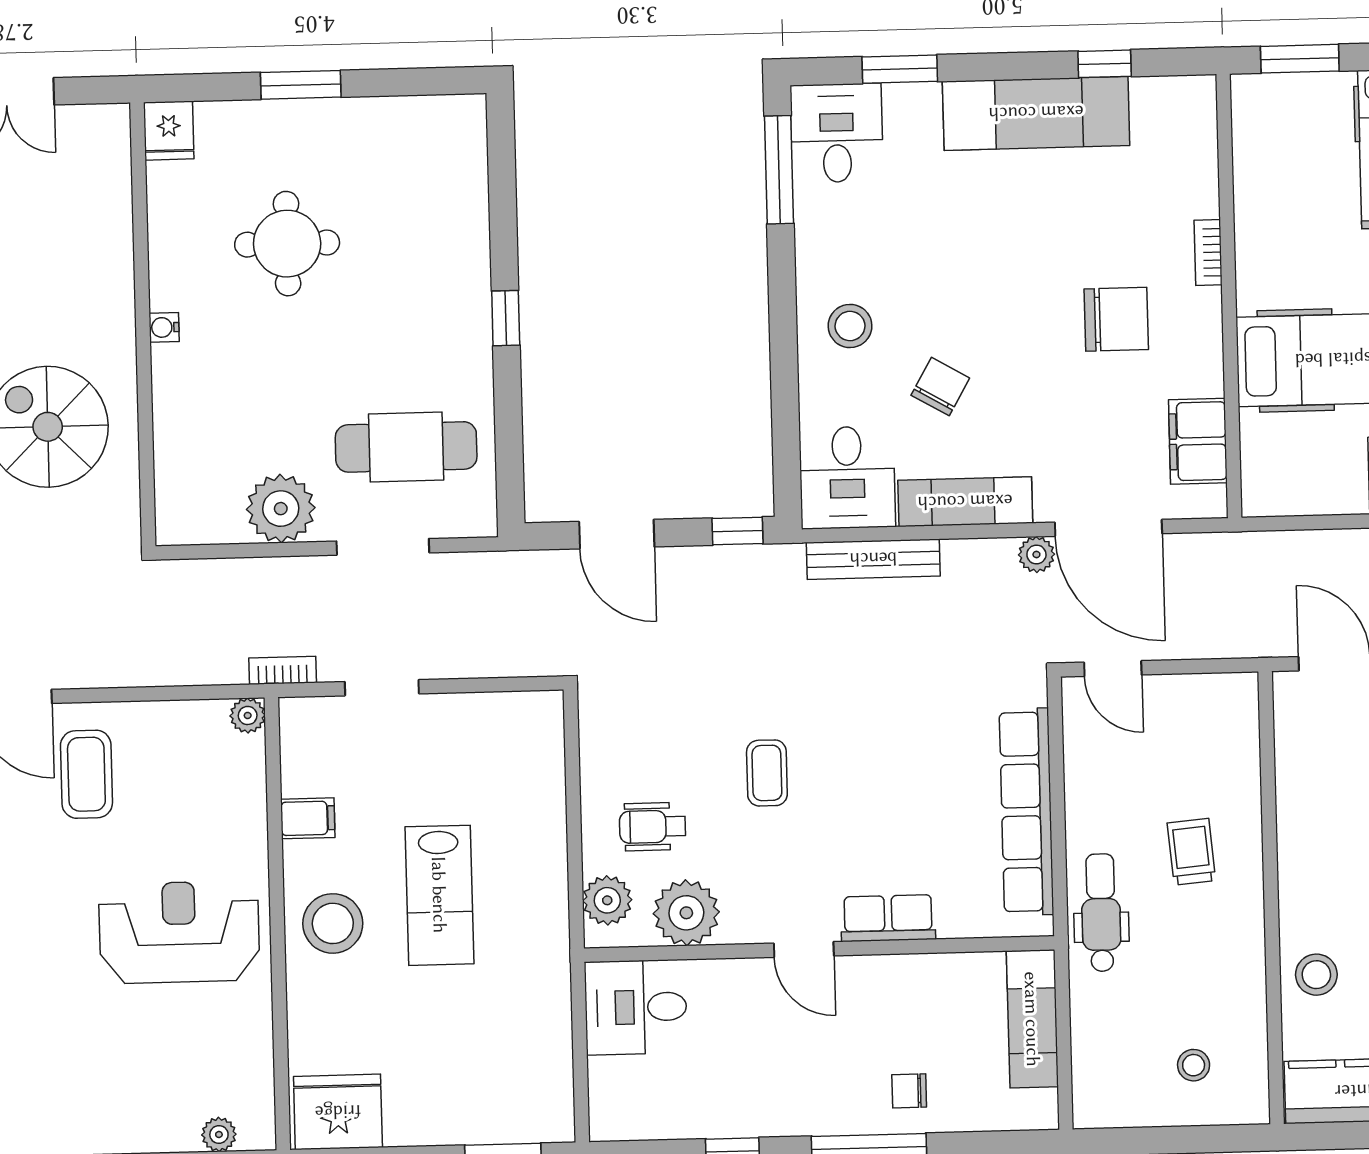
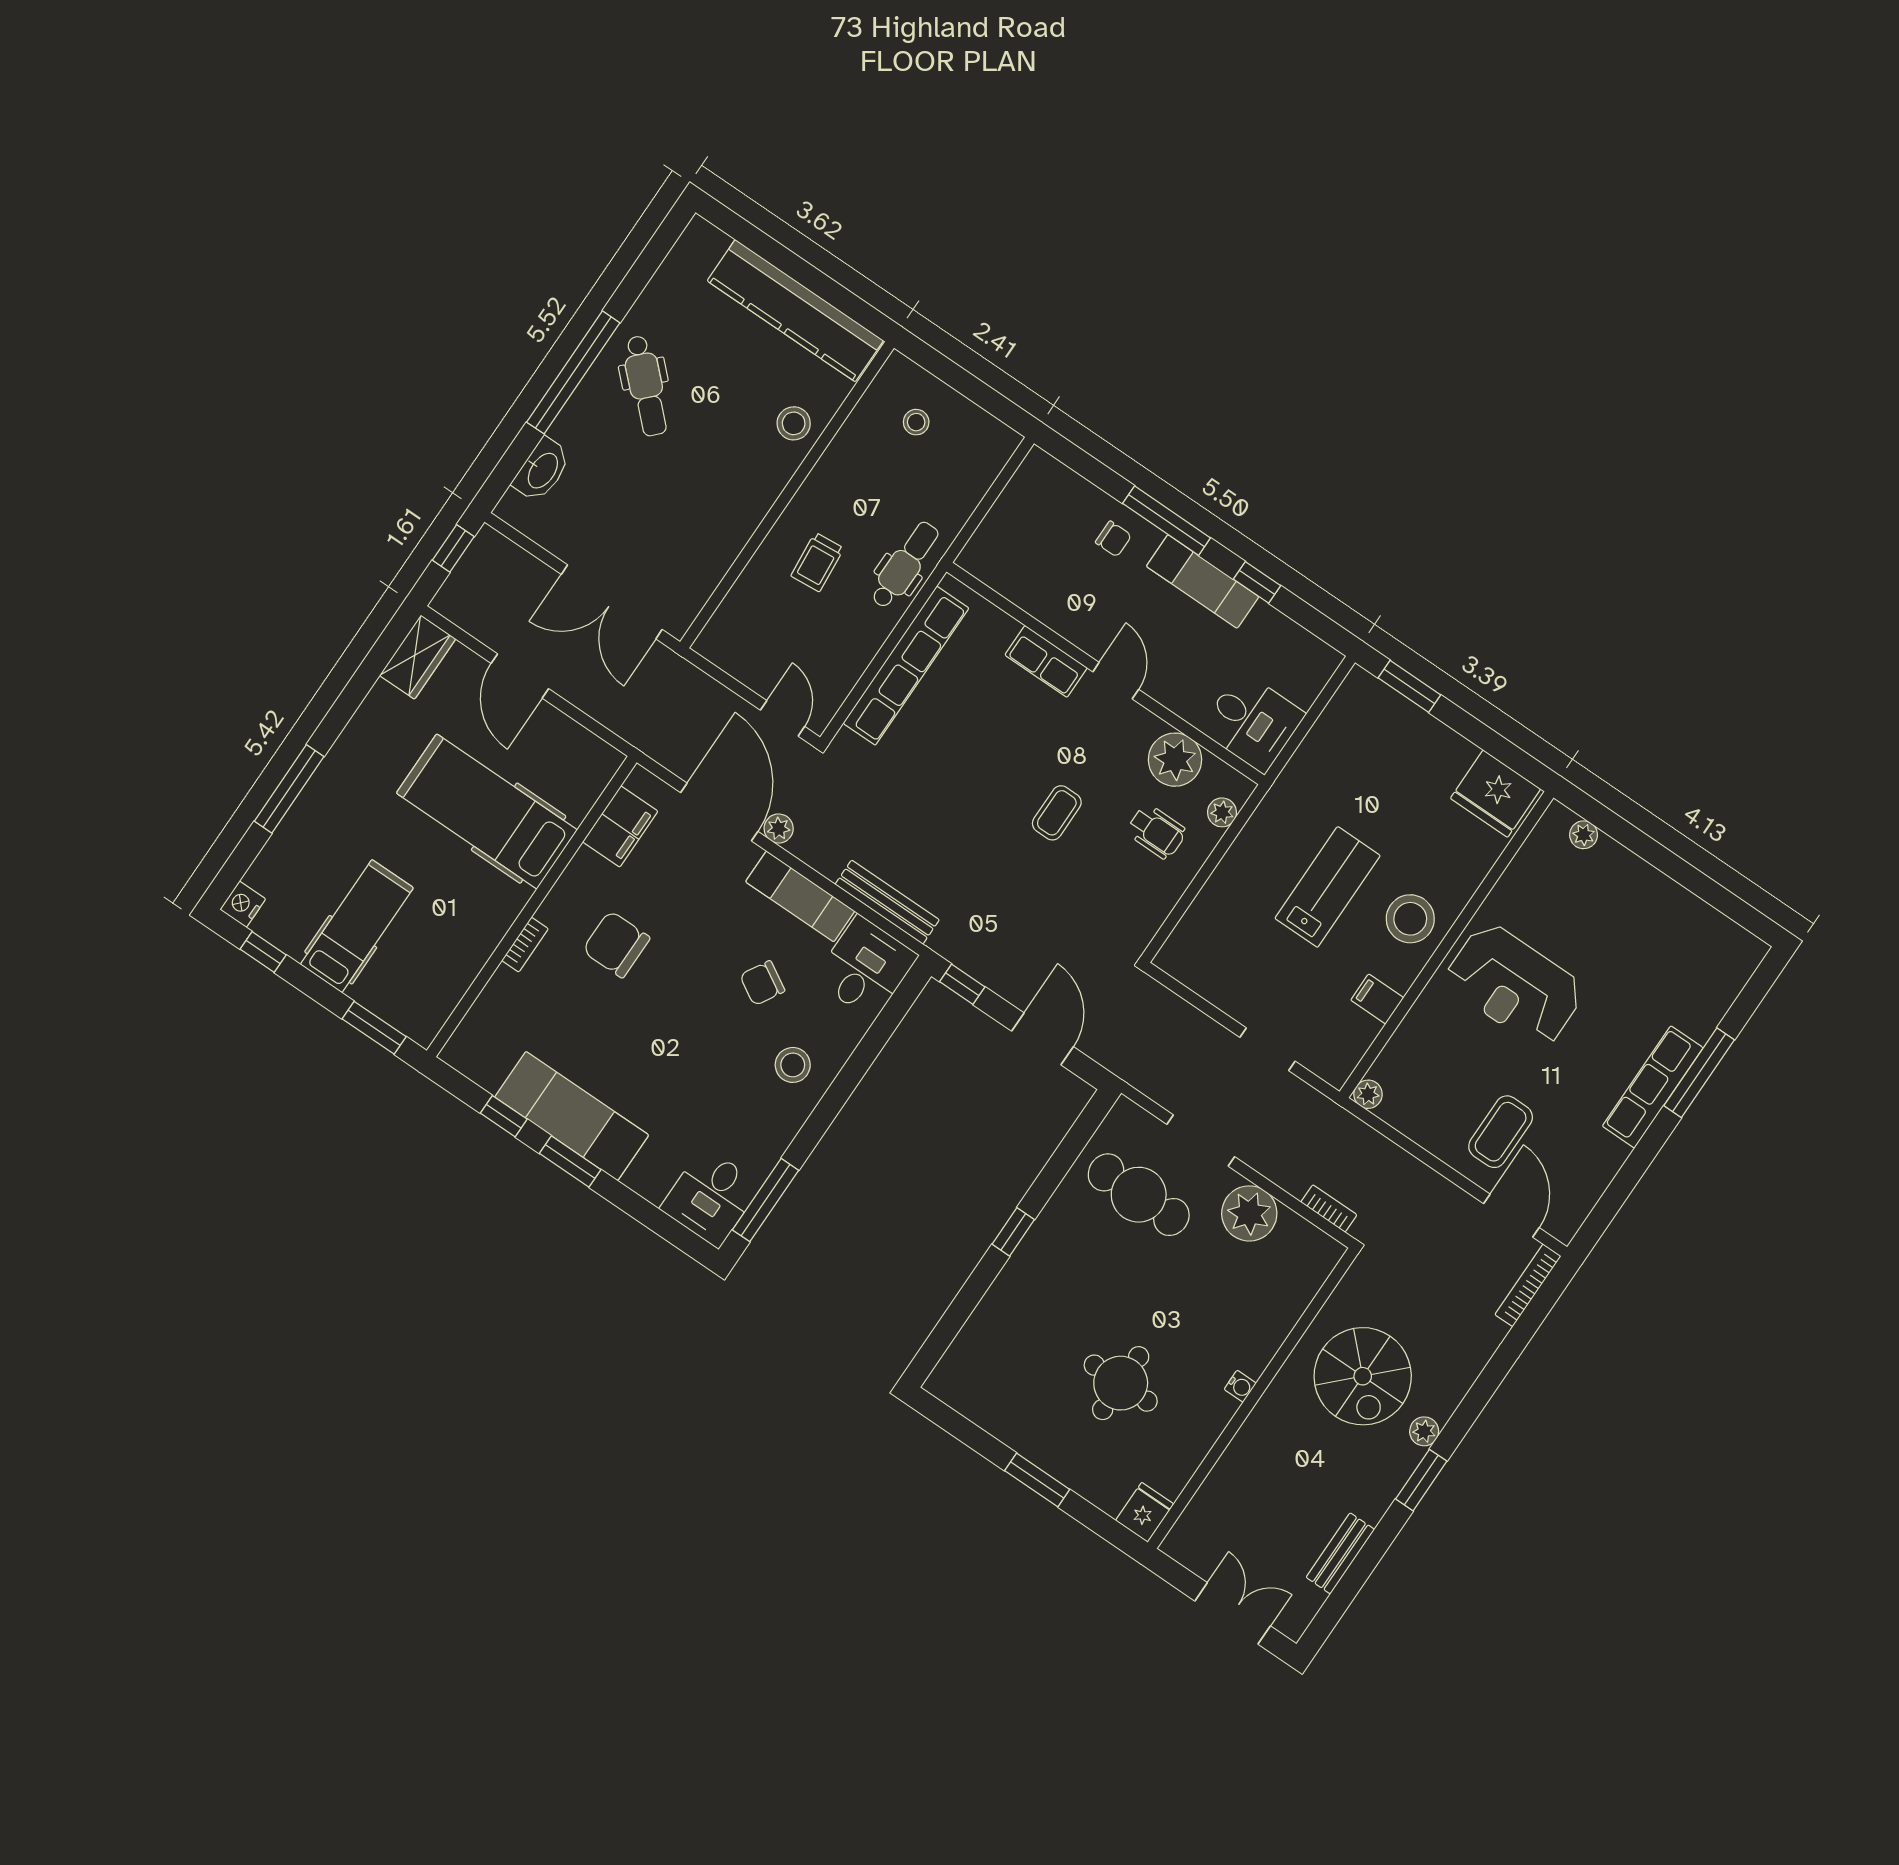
window: (900, 69) -> (570, 1161), moved
bookcase: (283, 670) -> (1329, 1208), moved, turned 180
plant: (607, 900) -> (1222, 812), width x0.73, depth x0.73
dental chair: (1101, 913) -> (905, 565), turned 180
exam couch: (1032, 1019) -> (1203, 581), moved, turned 90

